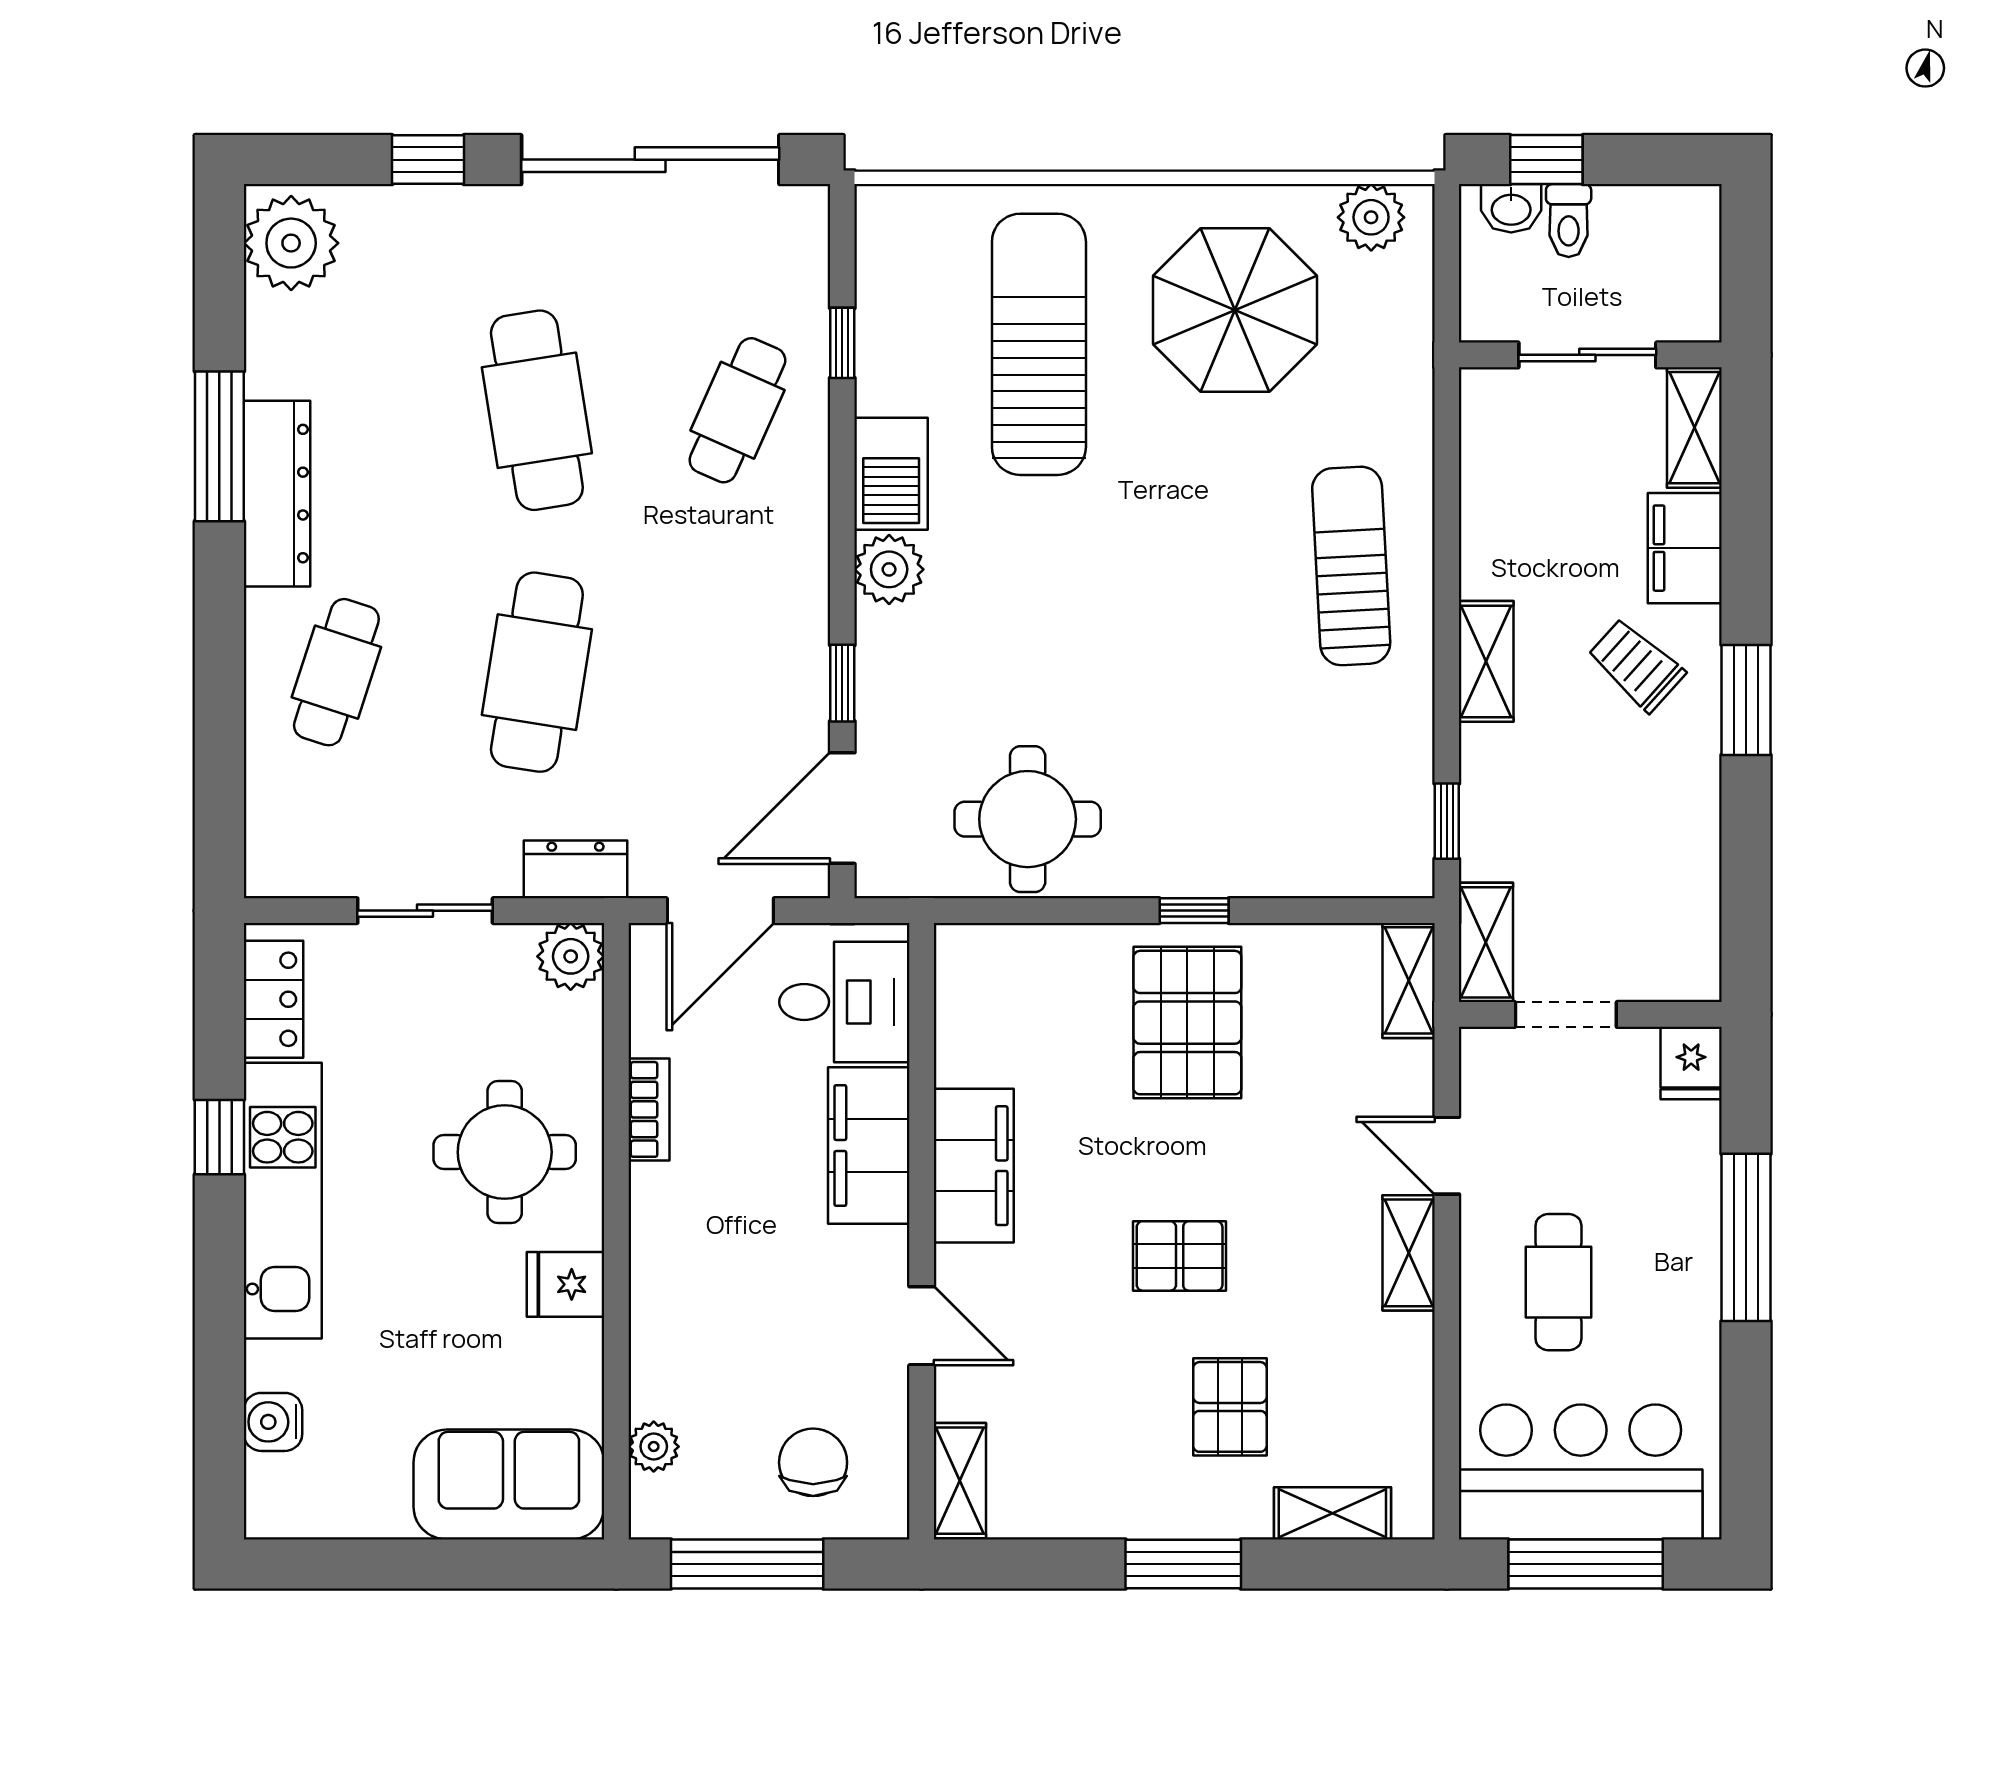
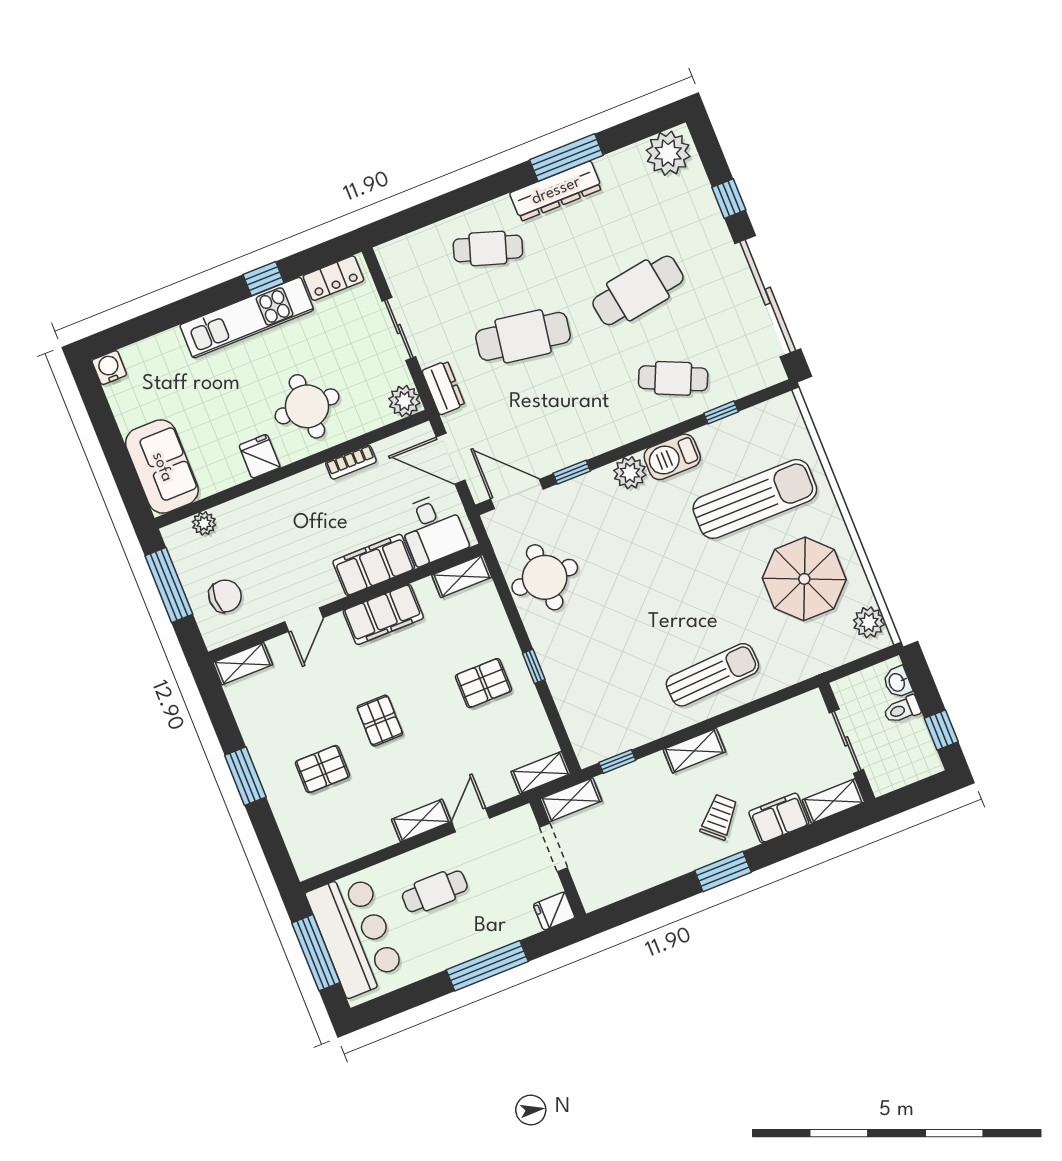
window: (1546, 160) -> (941, 730), moved
pallet: (1187, 1023) -> (484, 683), width x0.67, depth x0.71
water cooler: (273, 1422) -> (109, 368), moved
shelving: (1332, 1513) -> (462, 576), moved, turned 90

